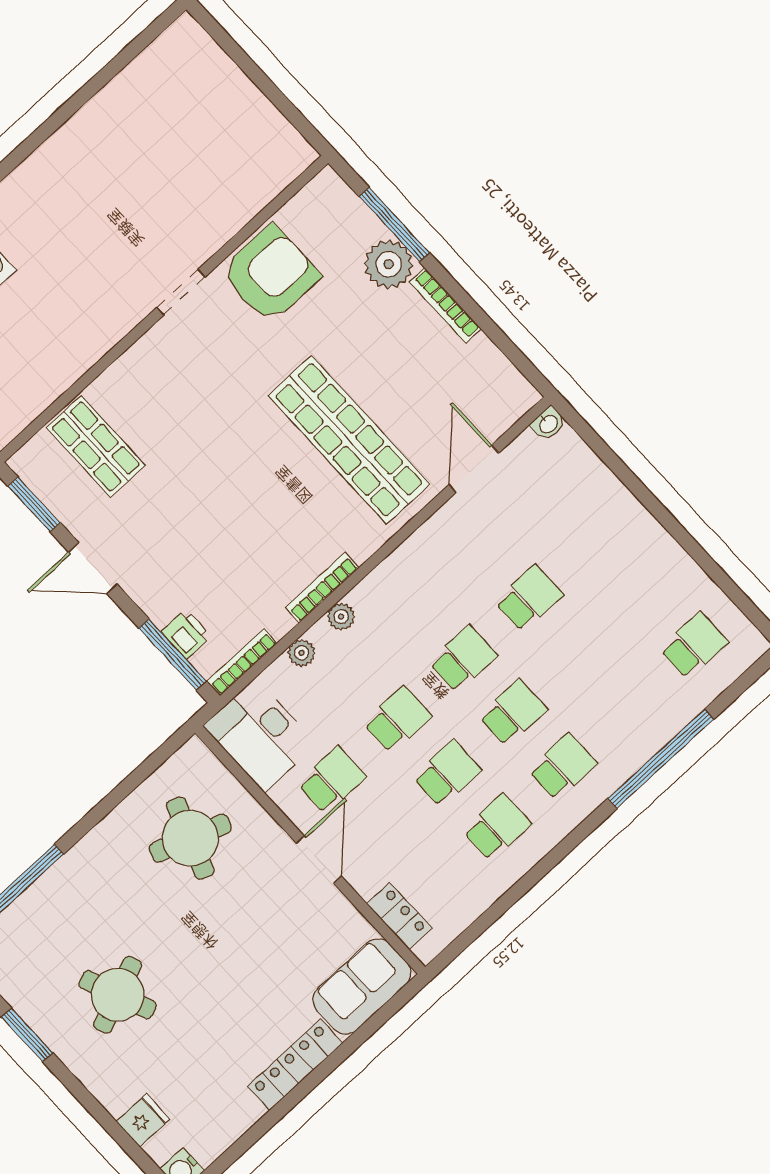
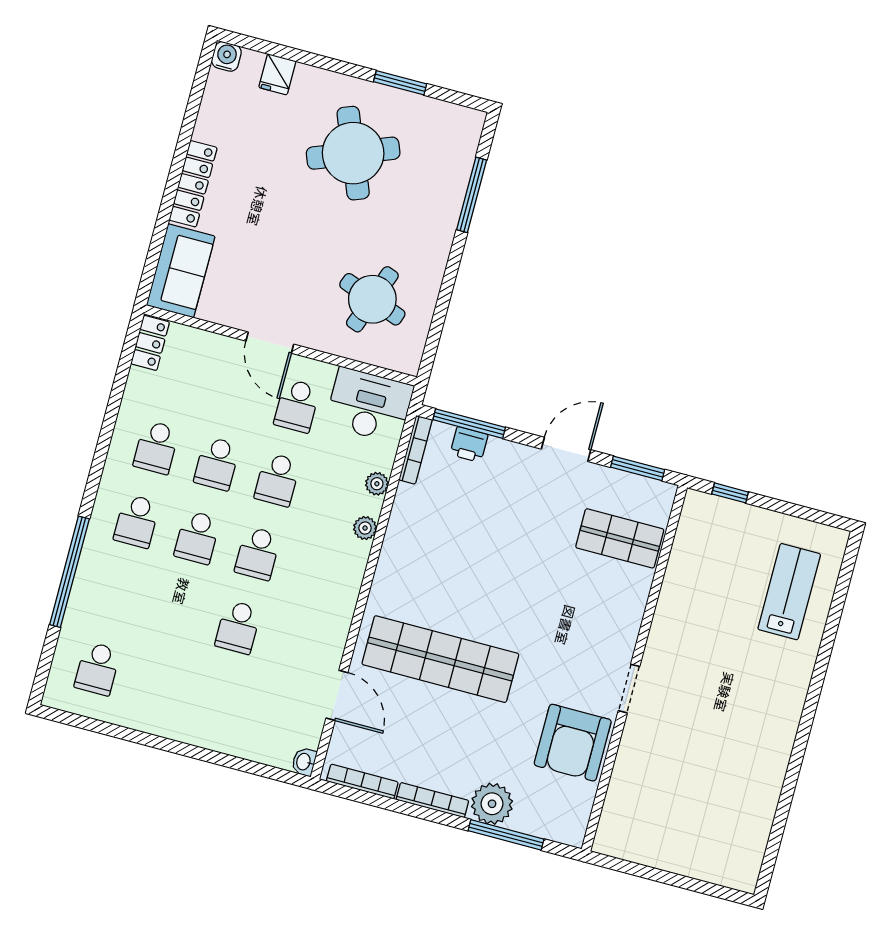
bookcase: (322, 588) -> (362, 782), moved, turned -90
locker: (399, 916) -> (150, 343), moved, turned -90
round table: (118, 995) -> (353, 153), width x1.36, depth x1.36

